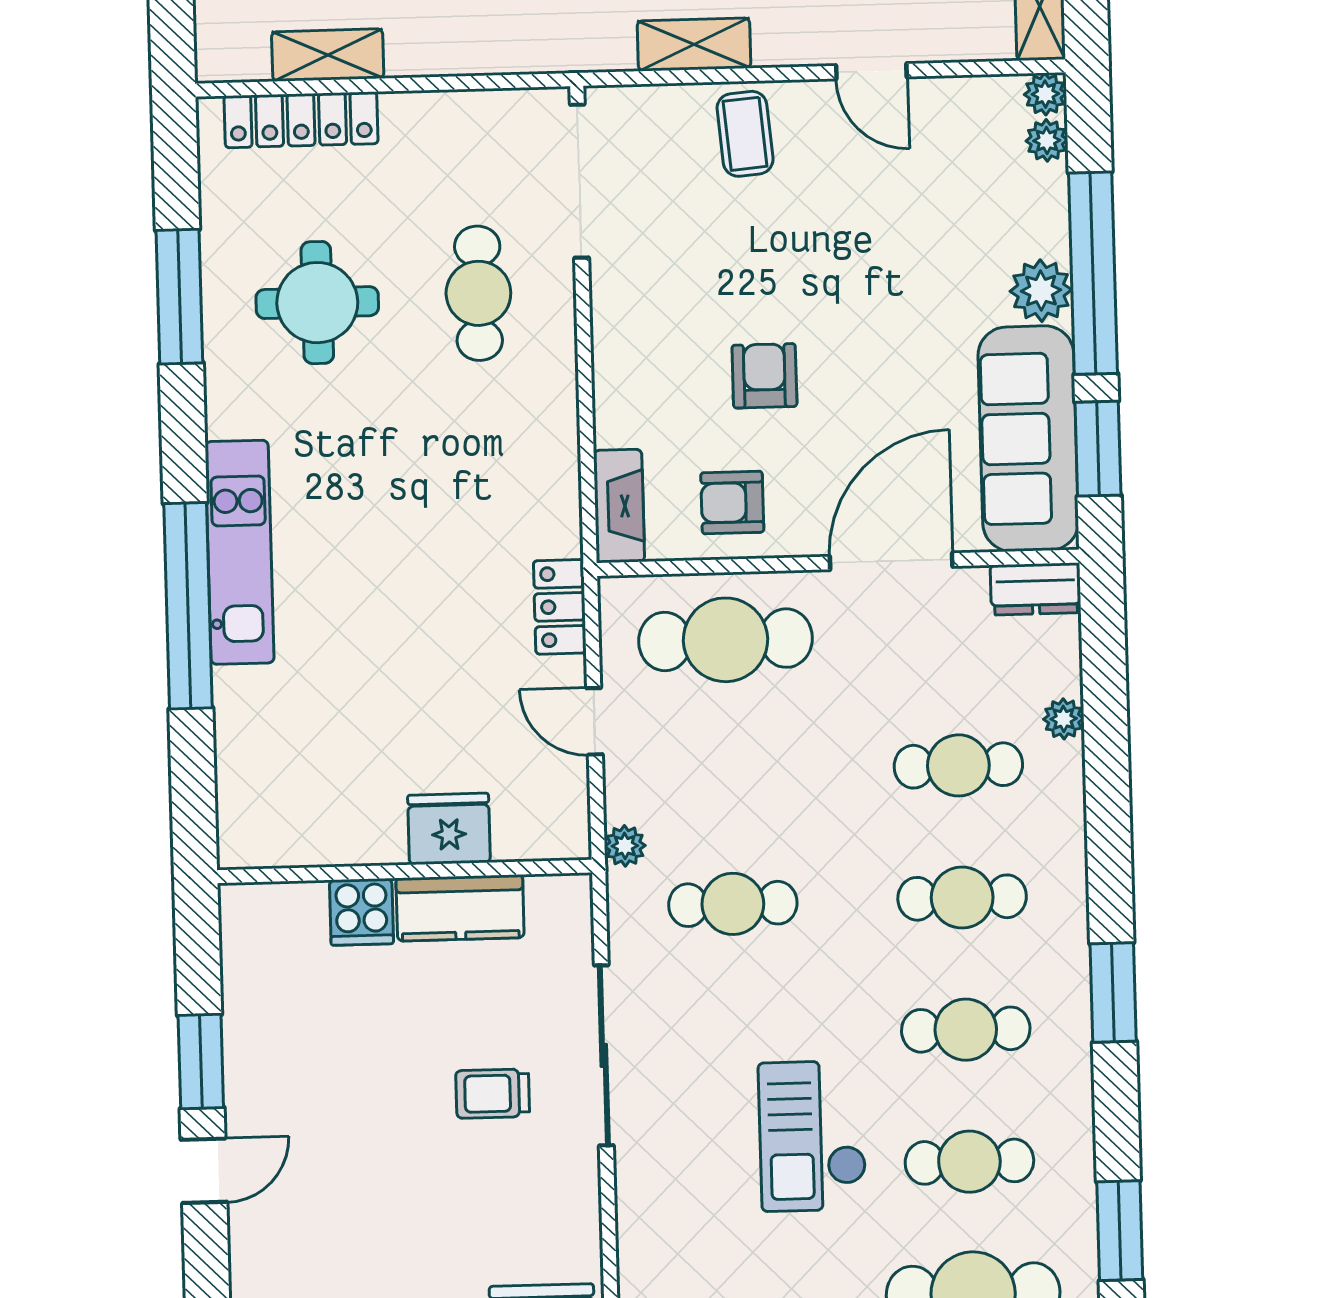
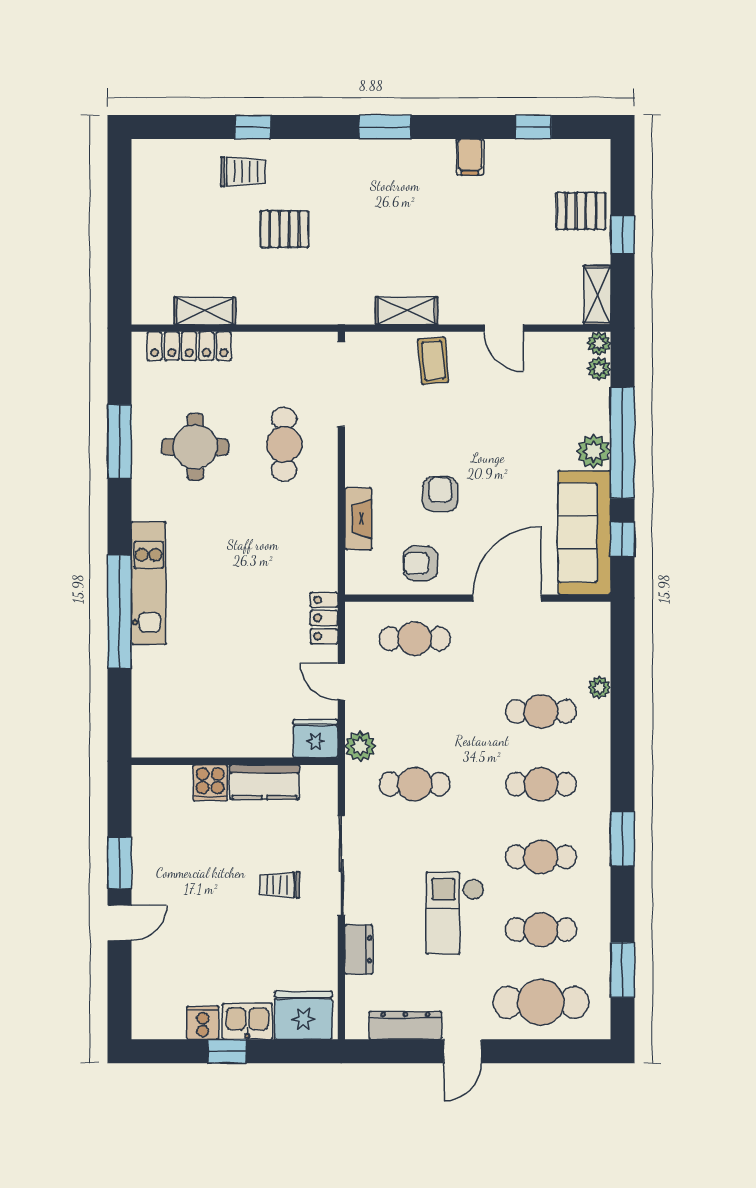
window: (1098, 449) -> (623, 539), width x0.67
fireplace: (619, 506) -> (358, 519), moved
dresser: (1036, 589) -> (359, 950), moved, turned -90
cafe table: (725, 640) -> (415, 639), width x0.73, depth x0.74
fridge: (449, 829) -> (316, 738), moved
plant: (625, 846) -> (360, 746), width x1.38, depth x1.38

